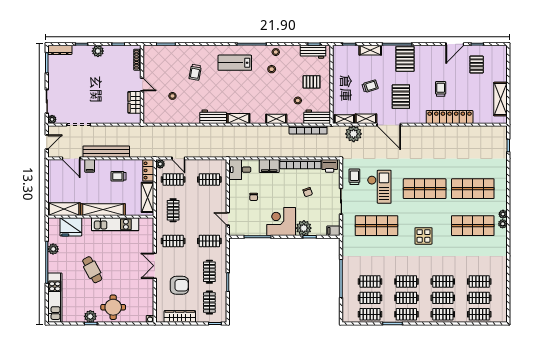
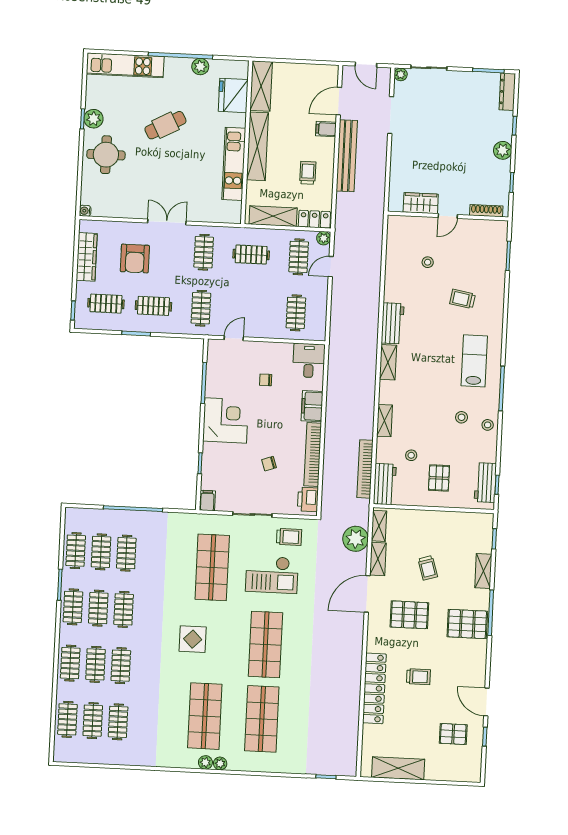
plant: (304, 228) -> (214, 455), removed

